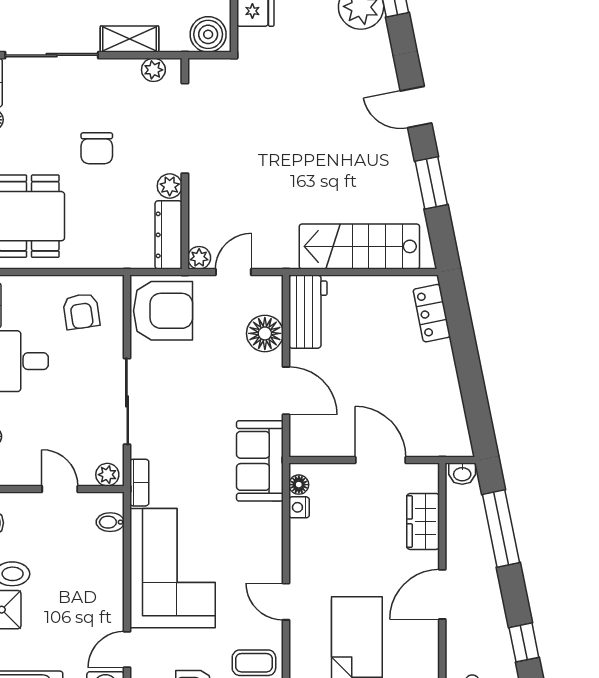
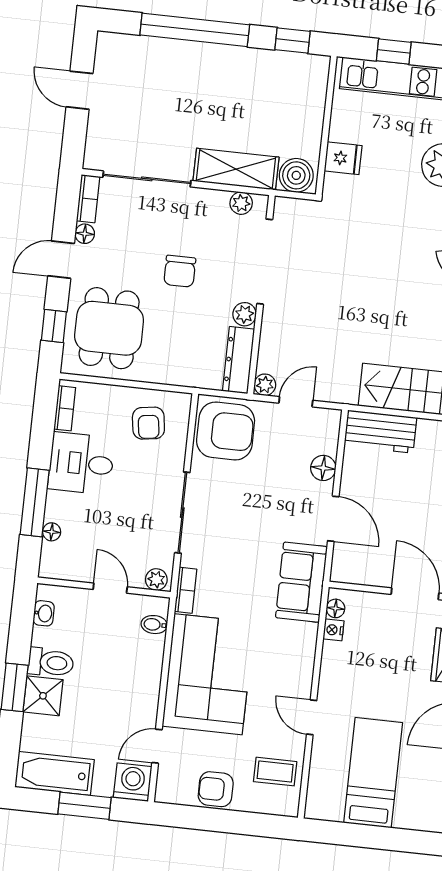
shelving: (130, 39) -> (236, 169), width x1.50, depth x1.33
workbench: (308, 312) -> (380, 432), moved, turned 90
floor lamp: (265, 333) -> (323, 468), width x0.73, depth x0.73

